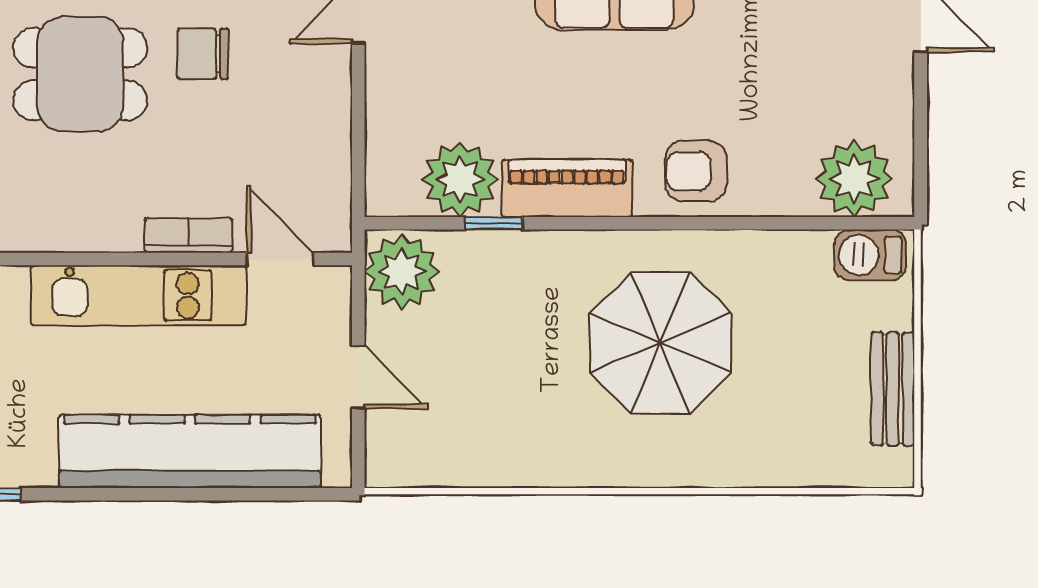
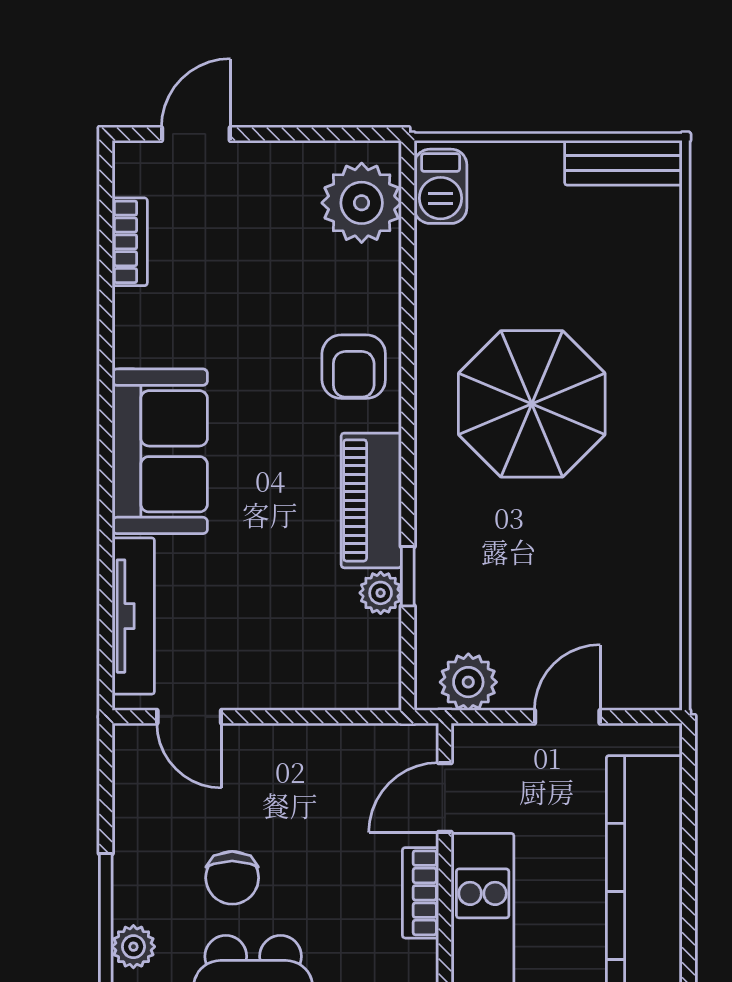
plant: (460, 179) -> (381, 593), width x0.53, depth x0.53
plant: (402, 272) -> (468, 682), width x0.73, depth x0.73
bench: (893, 389) -> (623, 163), moved

